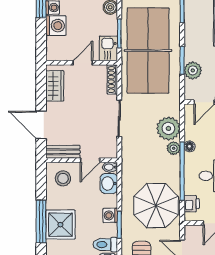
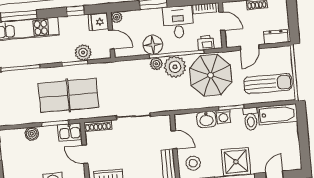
table tennis table: (148, 51) -> (68, 95), width x0.73, depth x0.76
plant: (168, 129) -> (175, 67), moved
floor lamp: (190, 146) -> (153, 45), width x1.89, depth x1.89
bidet: (110, 167) -> (179, 121), removed
washbasin: (109, 184) -> (206, 119), moved

